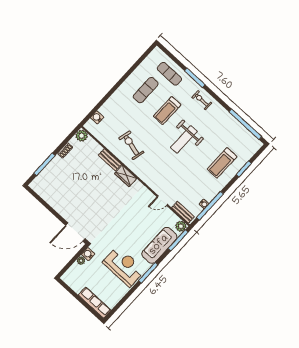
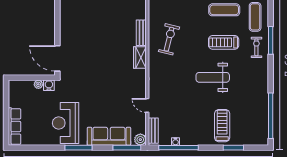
exercise bike: (202, 100) -> (256, 47), moved
treadmill: (222, 163) -> (222, 126), turned 90
reception desk: (124, 266) -> (66, 123), turned 180

